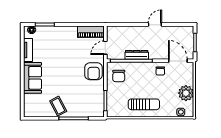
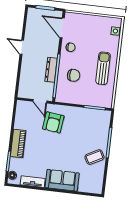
piano: (91, 32) -> (18, 144), moved
door: (178, 61) -> (62, 28), hinge flipped
armchair: (94, 71) -> (53, 122), moved, turned 97
chair: (119, 76) -> (74, 75), moved
plant: (186, 93) -> (97, 23), removed

